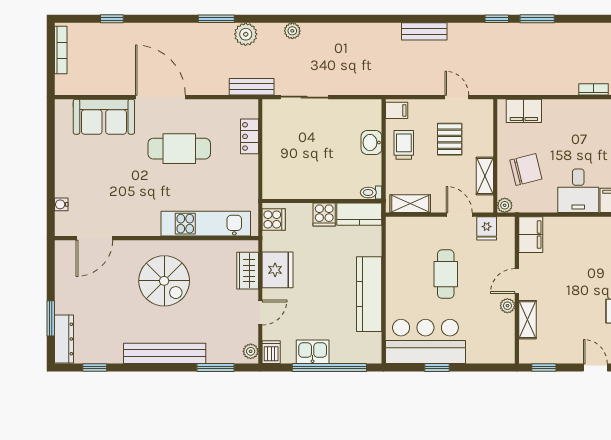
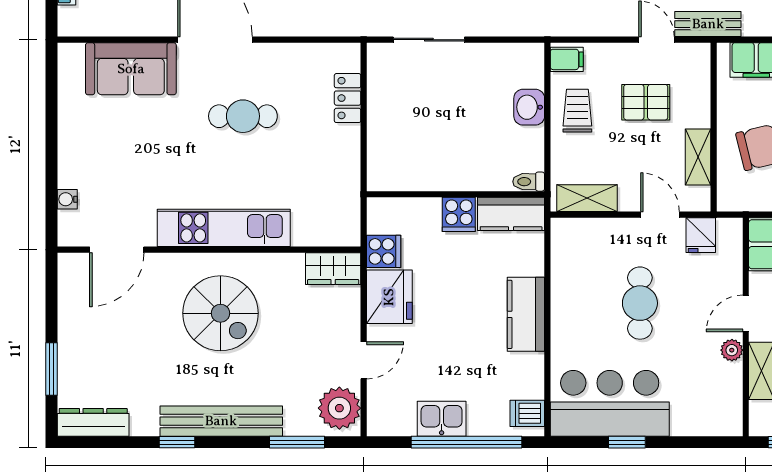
bench: (252, 87) -> (708, 24), moved
pallet: (450, 139) -> (646, 102), turned 90
cafe table: (179, 149) -> (243, 116), width x0.73, depth x0.74
plant: (505, 205) -> (728, 201), removed
cooker: (274, 219) -> (384, 251), moved
kitchen unit: (206, 224) -> (224, 228), moved
wardrobe: (248, 271) -> (333, 269), moved, turned -90
kitchen counter: (369, 294) -> (526, 314), width x0.67
dresser: (64, 339) -> (93, 422), moved, turned -90
plant: (251, 351) -> (339, 408), width x1.88, depth x1.88
dishwasher: (271, 352) -> (527, 413), moved, turned -90
window: (95, 367) -> (177, 442), moved

